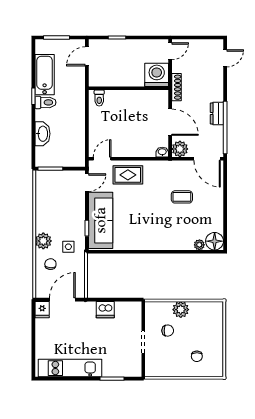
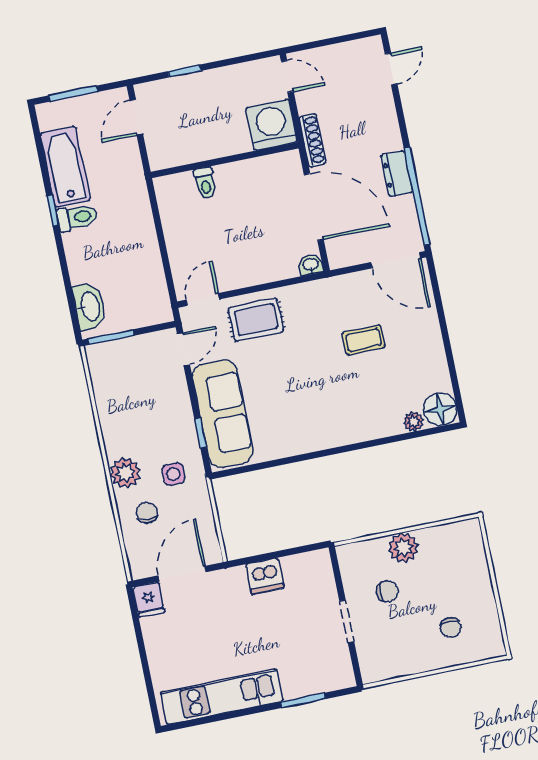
door: (170, 51) -> (287, 76), hinge flipped
toilet: (99, 98) -> (205, 183), moved
door: (170, 122) -> (314, 207), width x1.36
washbasin: (42, 134) -> (90, 306), moved
plant: (180, 149) -> (342, 253), removed

